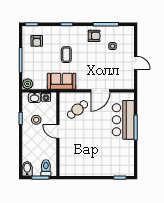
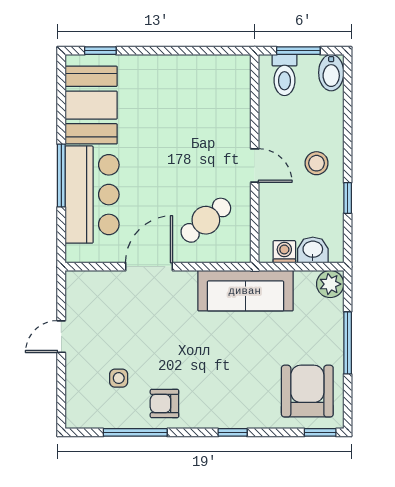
armchair: (37, 41) -> (307, 391), width x1.88, depth x1.88
coffee table: (66, 55) -> (234, 357), removed
door: (136, 63) -> (61, 337), hinge flipped
sofa: (62, 81) -> (245, 291), width x1.36
stool: (36, 120) -> (317, 163), moved
booth: (124, 156) -> (91, 105), added

